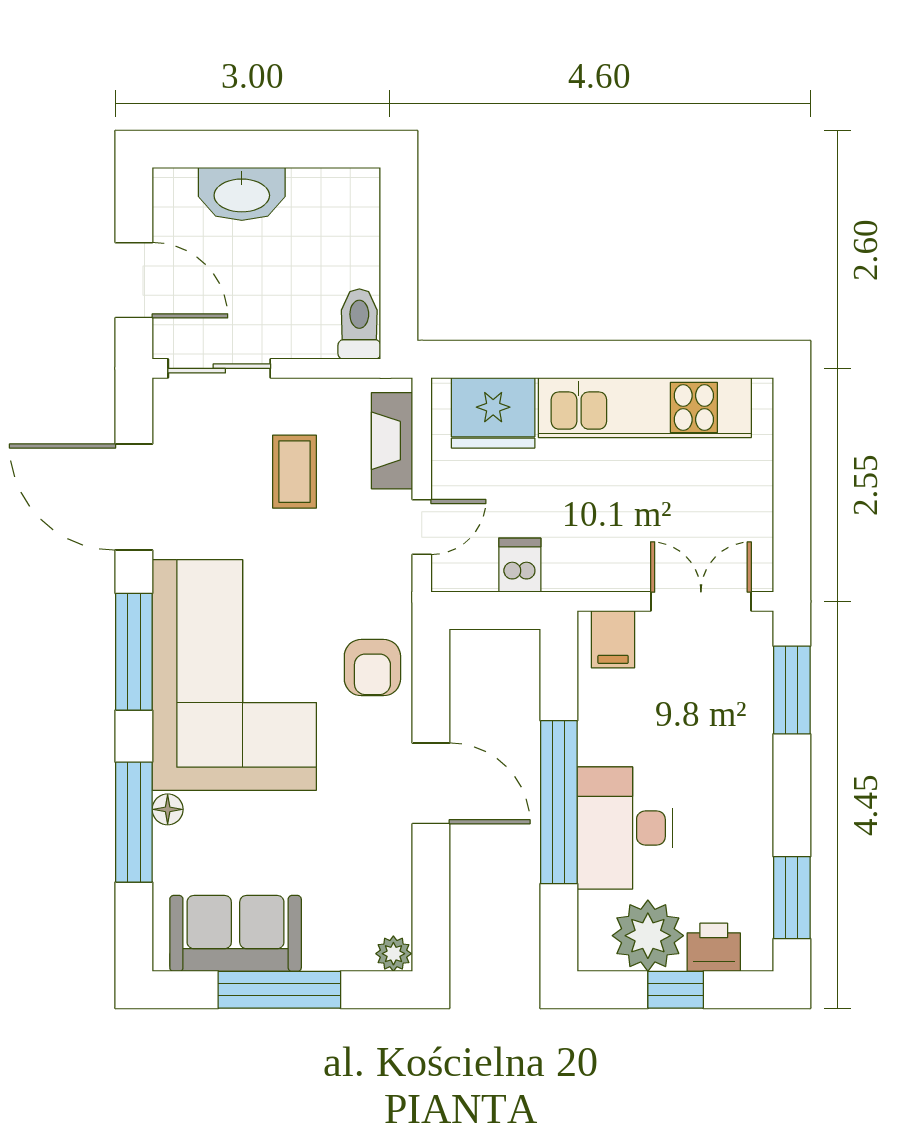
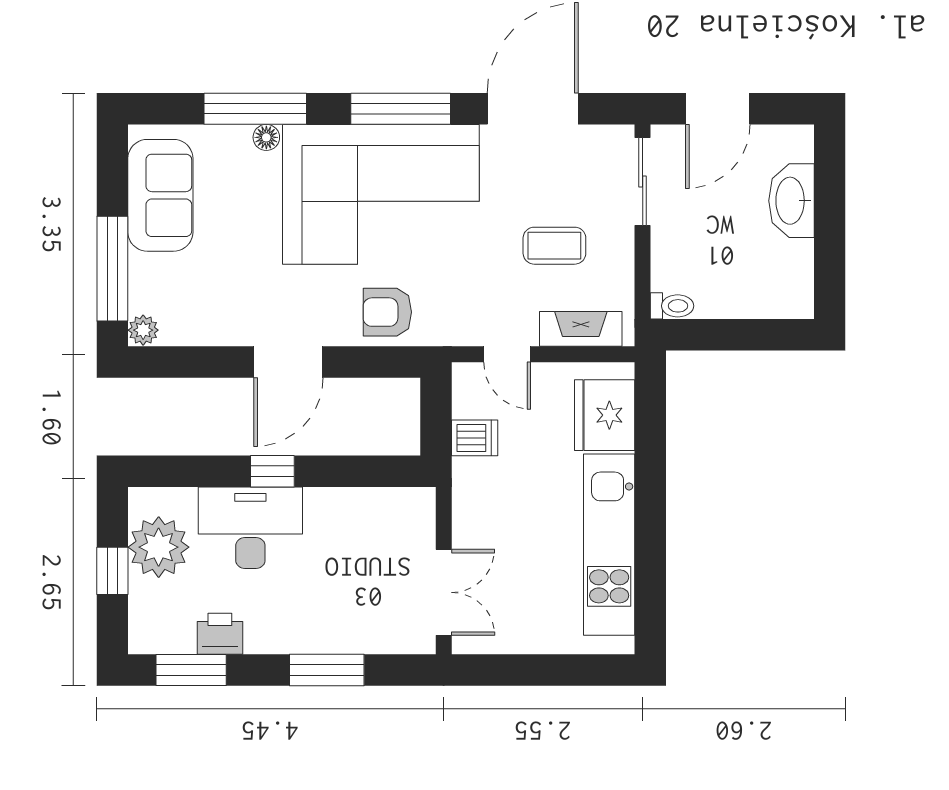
toilet: (359, 324) -> (672, 306), width x0.73, depth x0.72
filing cabinet: (613, 639) -> (411, 517), removed
window: (792, 690) -> (327, 670), moved
window: (559, 802) -> (272, 471), width x0.32
printer: (714, 947) -> (220, 634), moved, turned -90
window: (279, 990) -> (112, 269), moved

